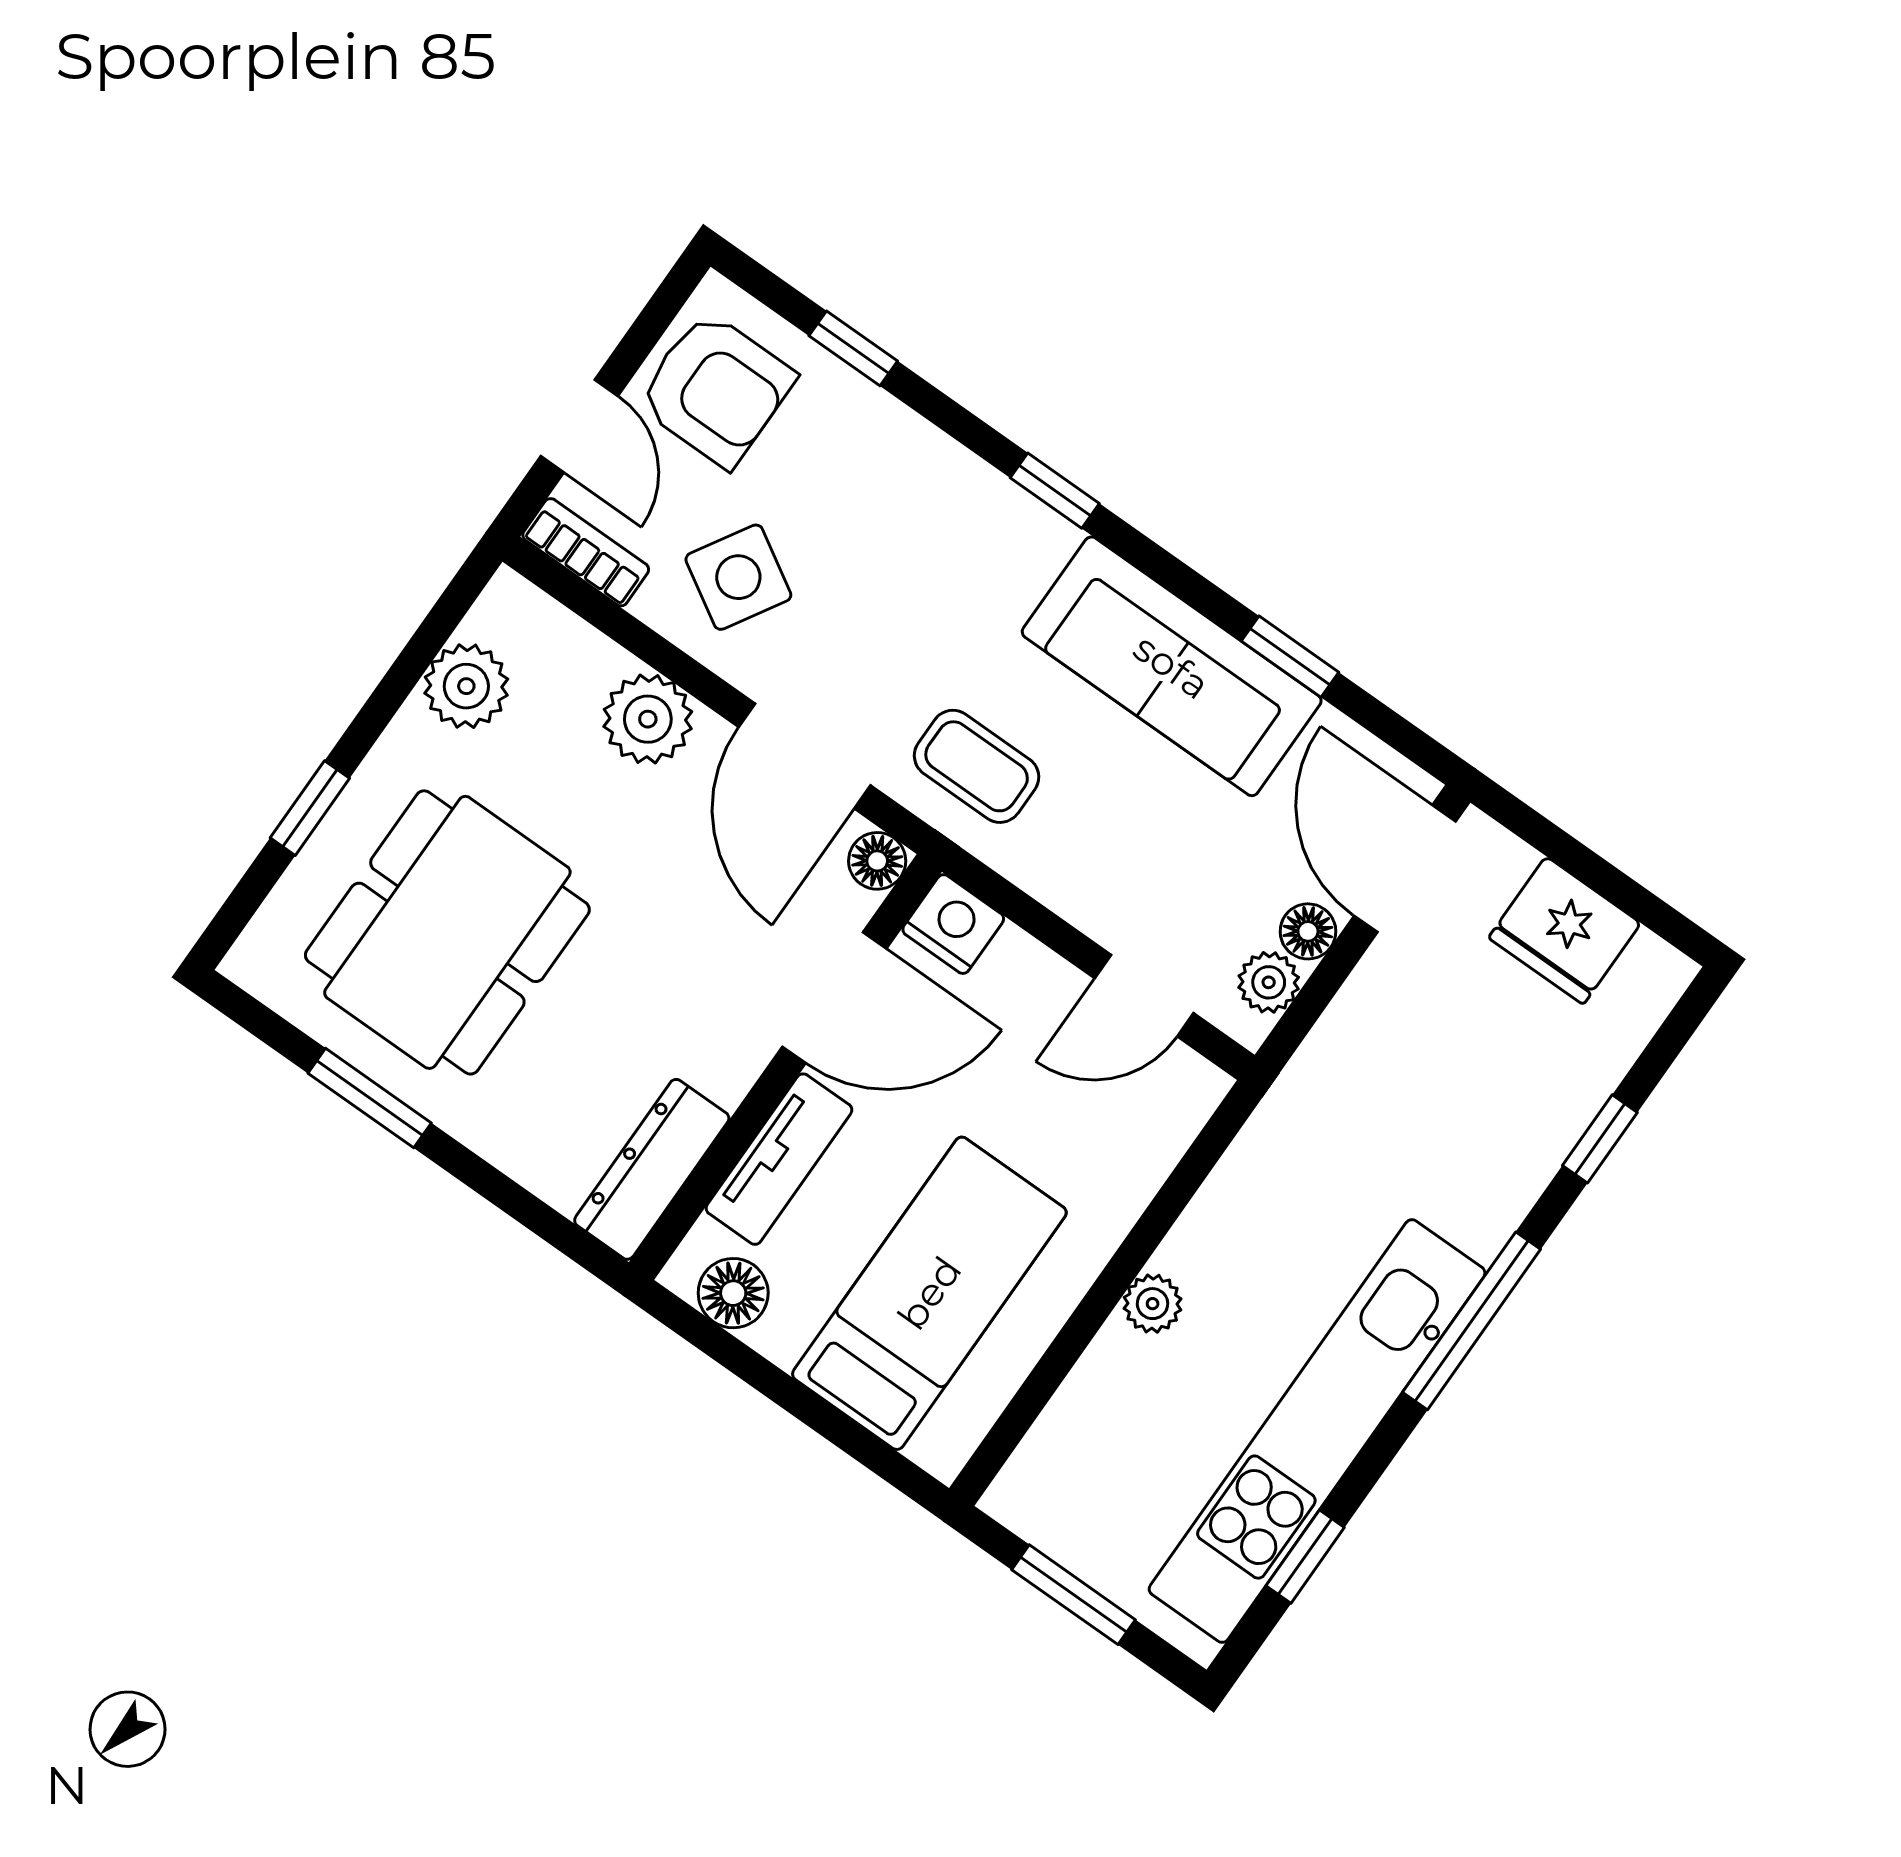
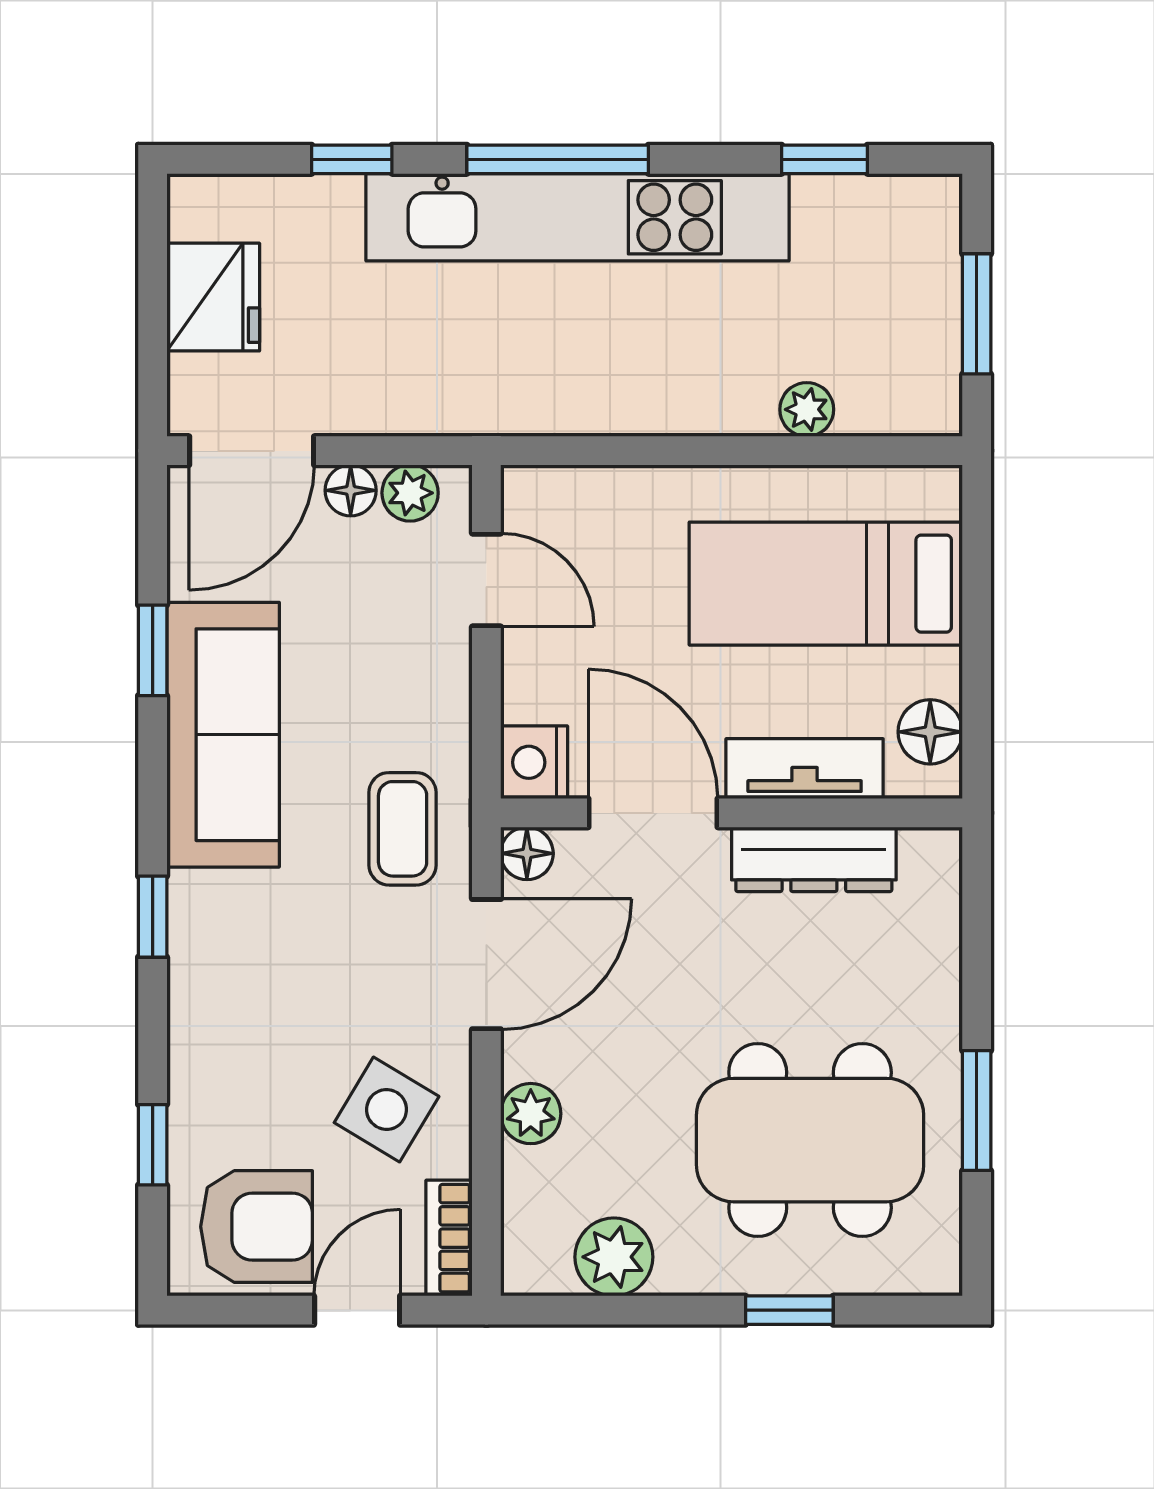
armchair: (716, 389) -> (257, 1227), turned 90
plant: (648, 719) -> (531, 1114), width x0.73, depth x0.73
dresser: (652, 1169) -> (814, 859), moved
plant: (1153, 1304) -> (807, 409), moved
kitchen unit: (1317, 1431) -> (577, 217), moved

